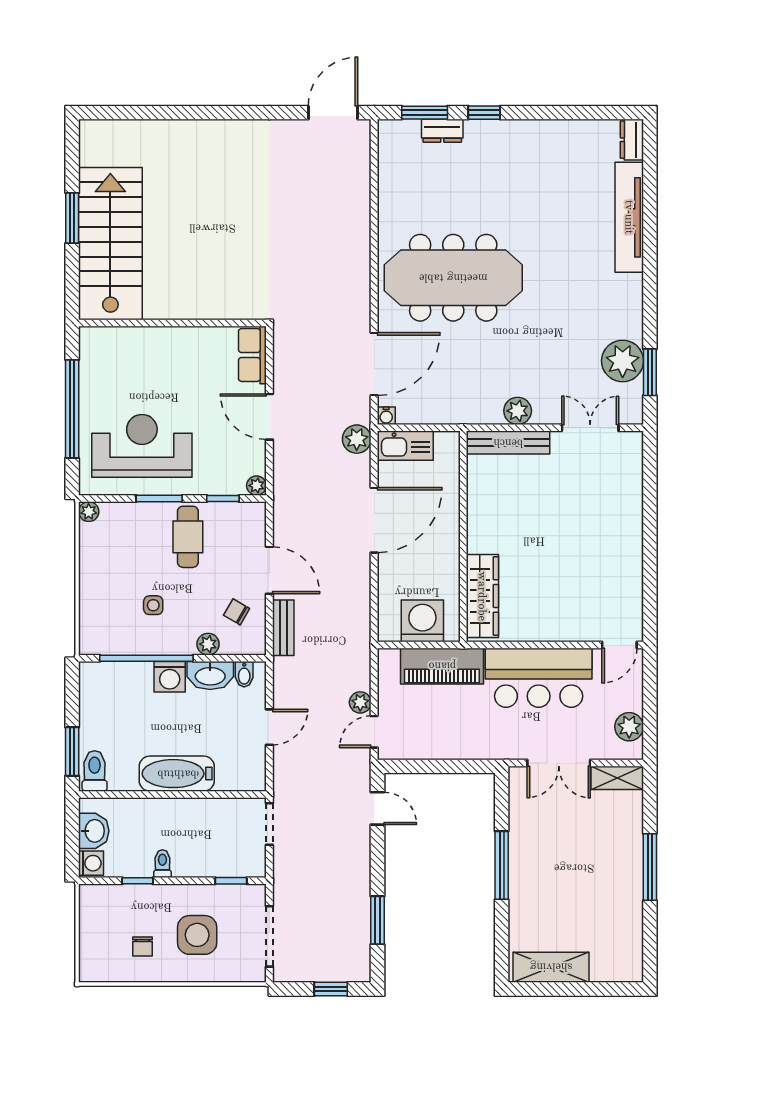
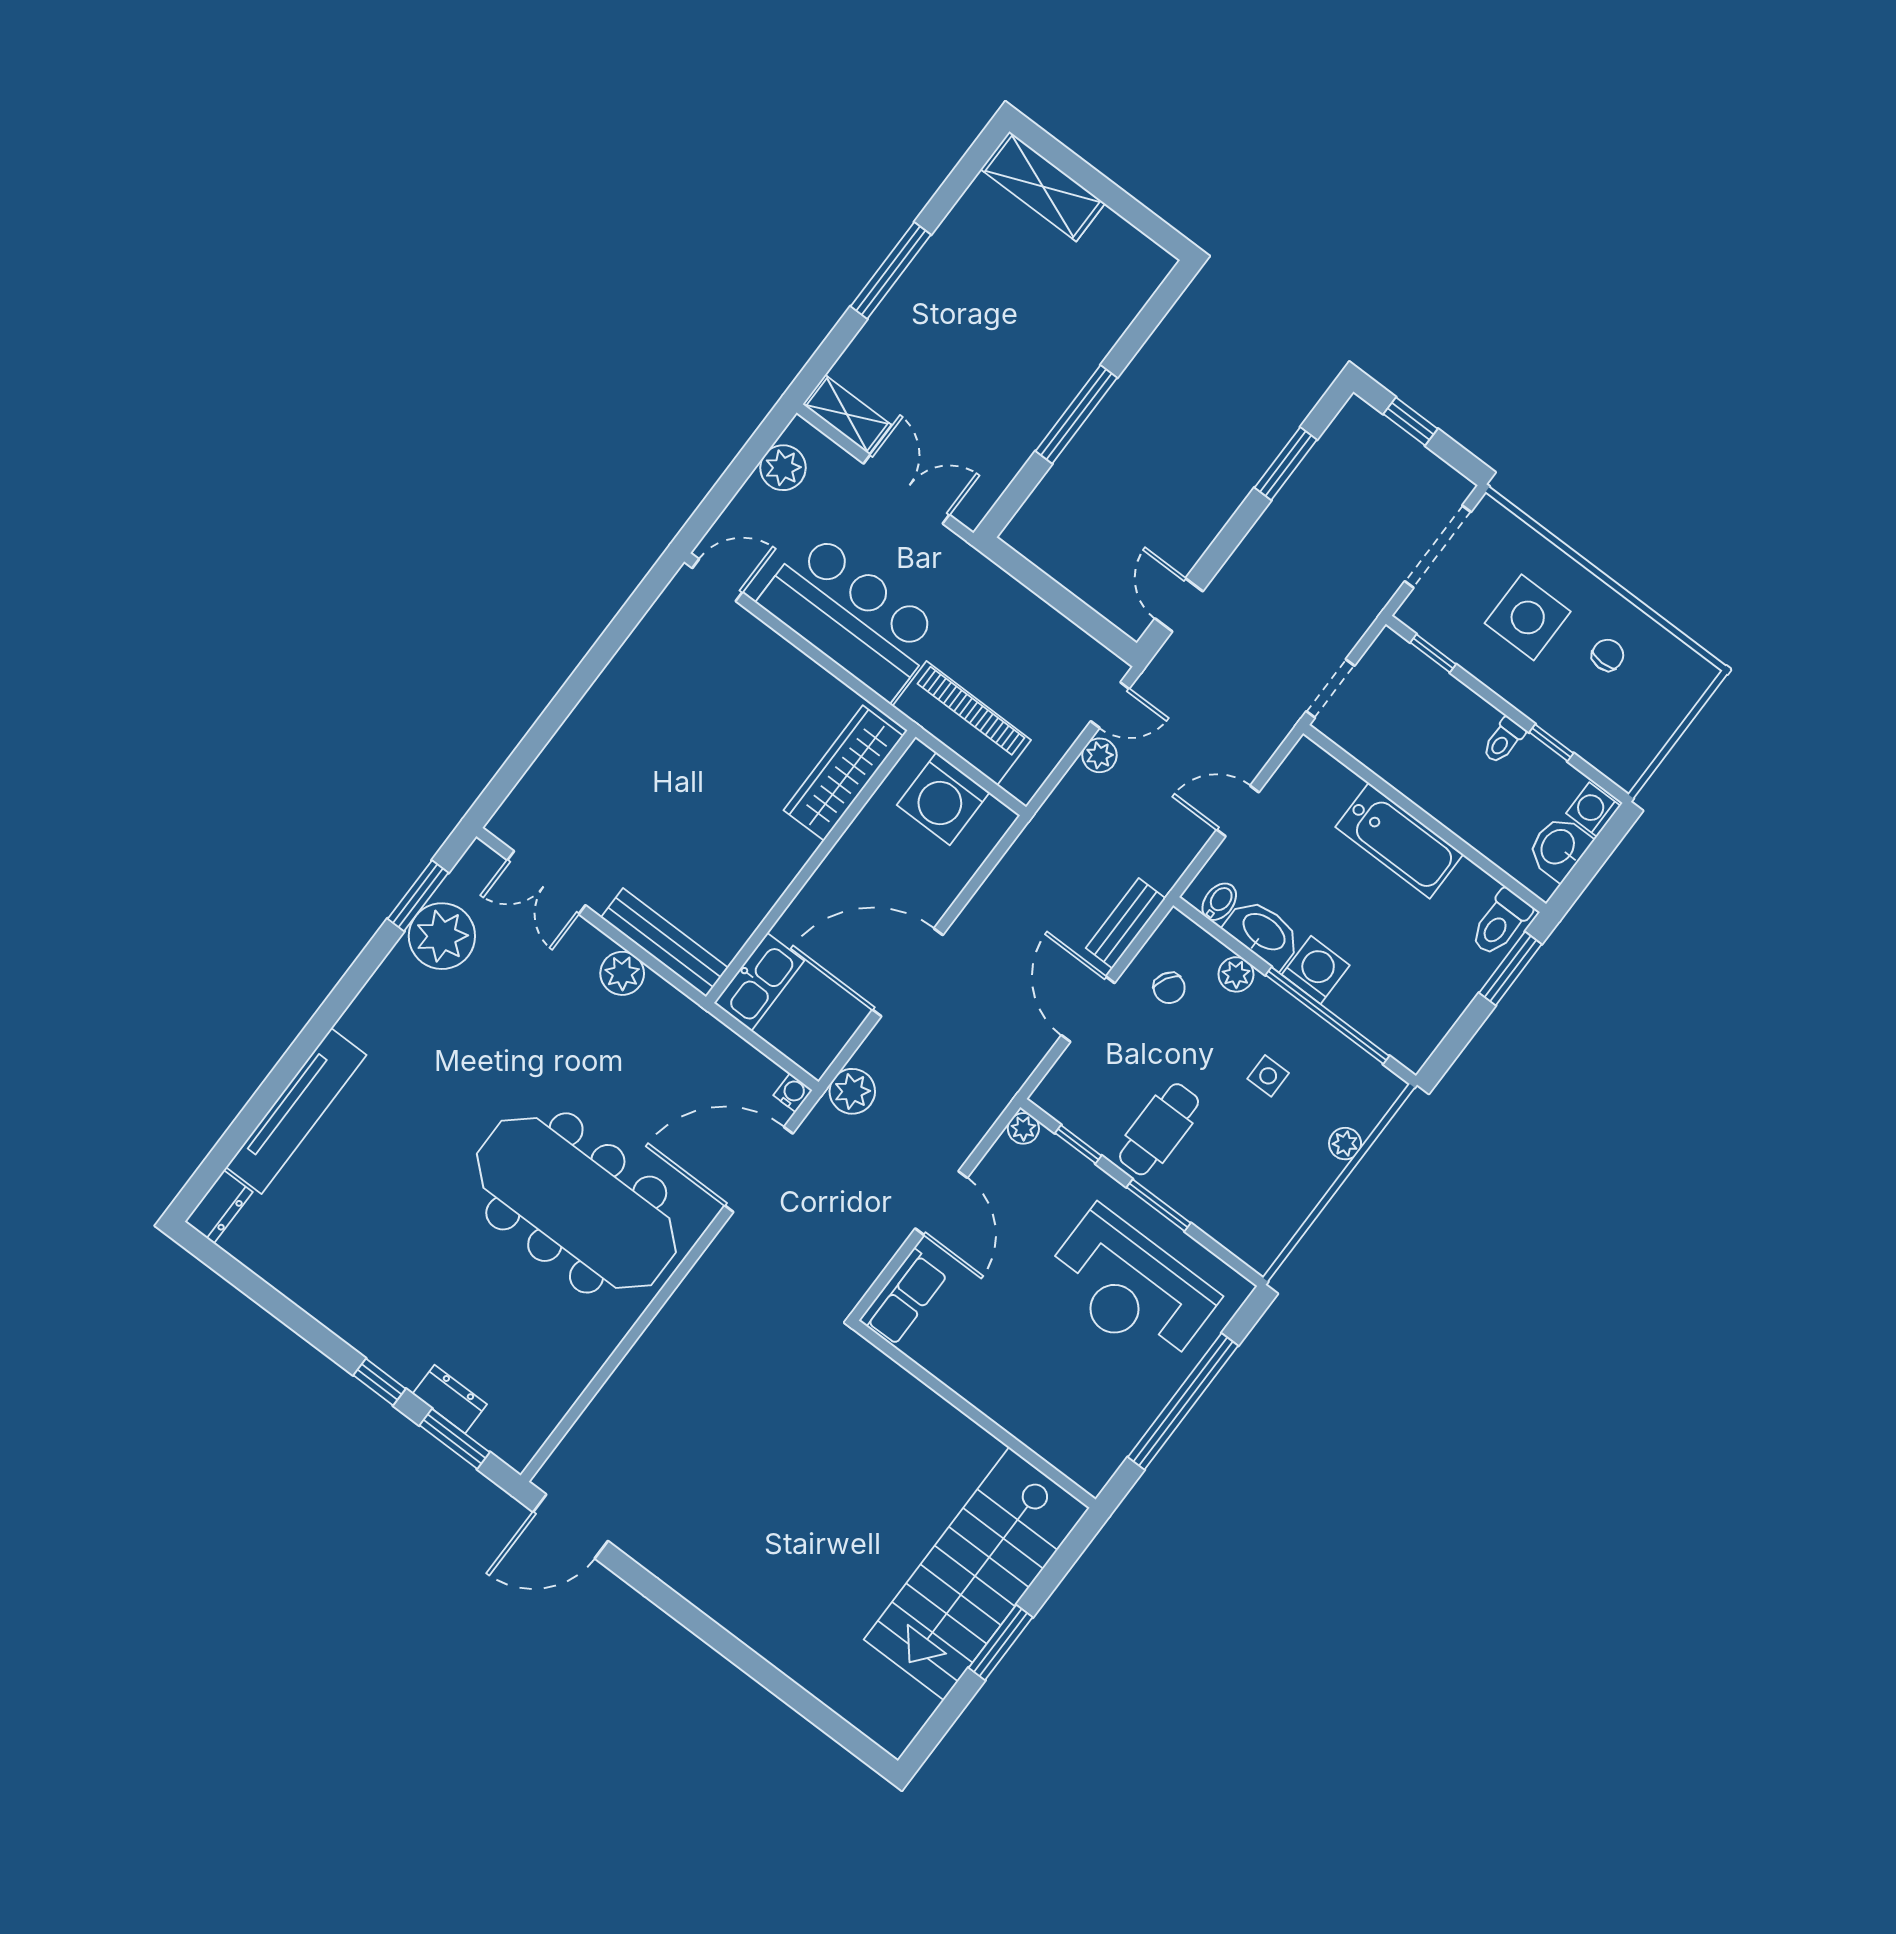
kitchen sink: (405, 446) -> (759, 982), moved, turned 90
plant: (89, 512) -> (1345, 1144), moved
shelving: (551, 967) -> (1043, 186), moved

